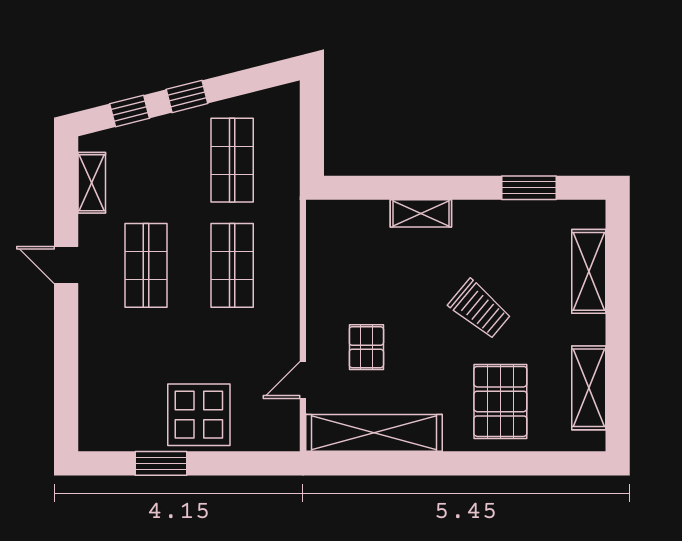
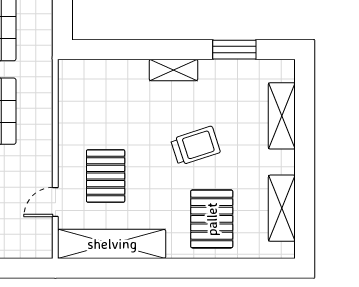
shelving: (421, 213) -> (173, 70), moved
trolley: (480, 309) -> (195, 146), turned -58
pallet: (366, 347) -> (106, 176), width x1.50, depth x1.42

